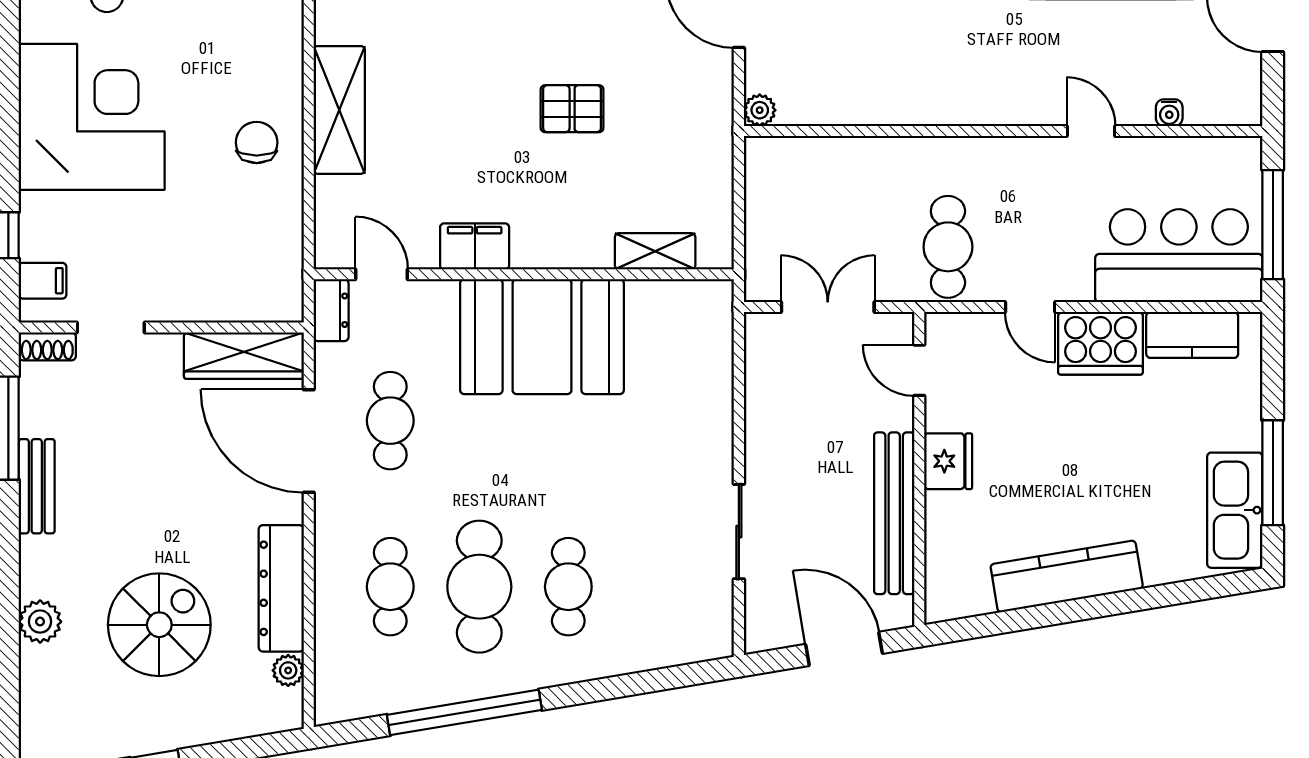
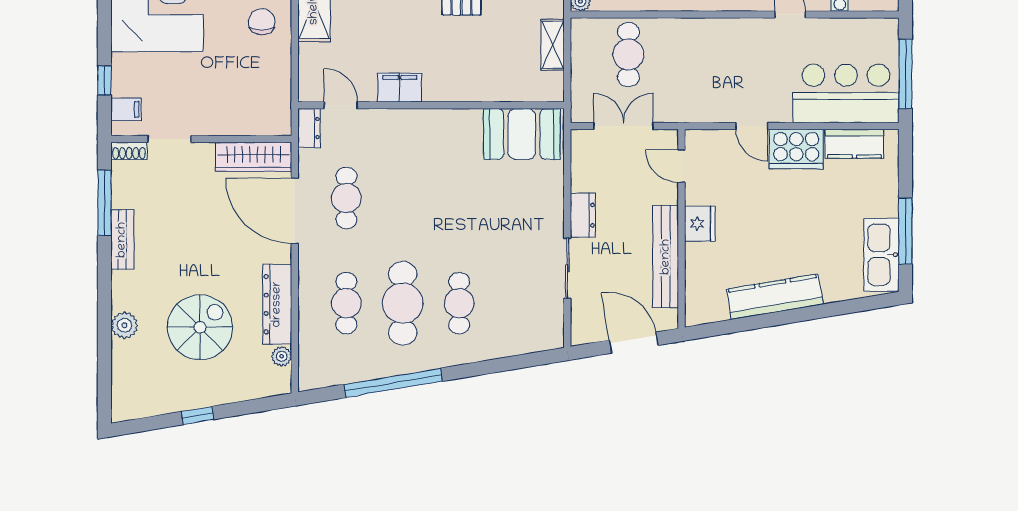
cafe table: (948, 247) -> (628, 55), moved
shelving: (655, 251) -> (553, 45), moved, turned 90
booth: (542, 337) -> (522, 134), moved, width x0.73, depth x0.70
dresser: (763, 448) -> (583, 215), added

